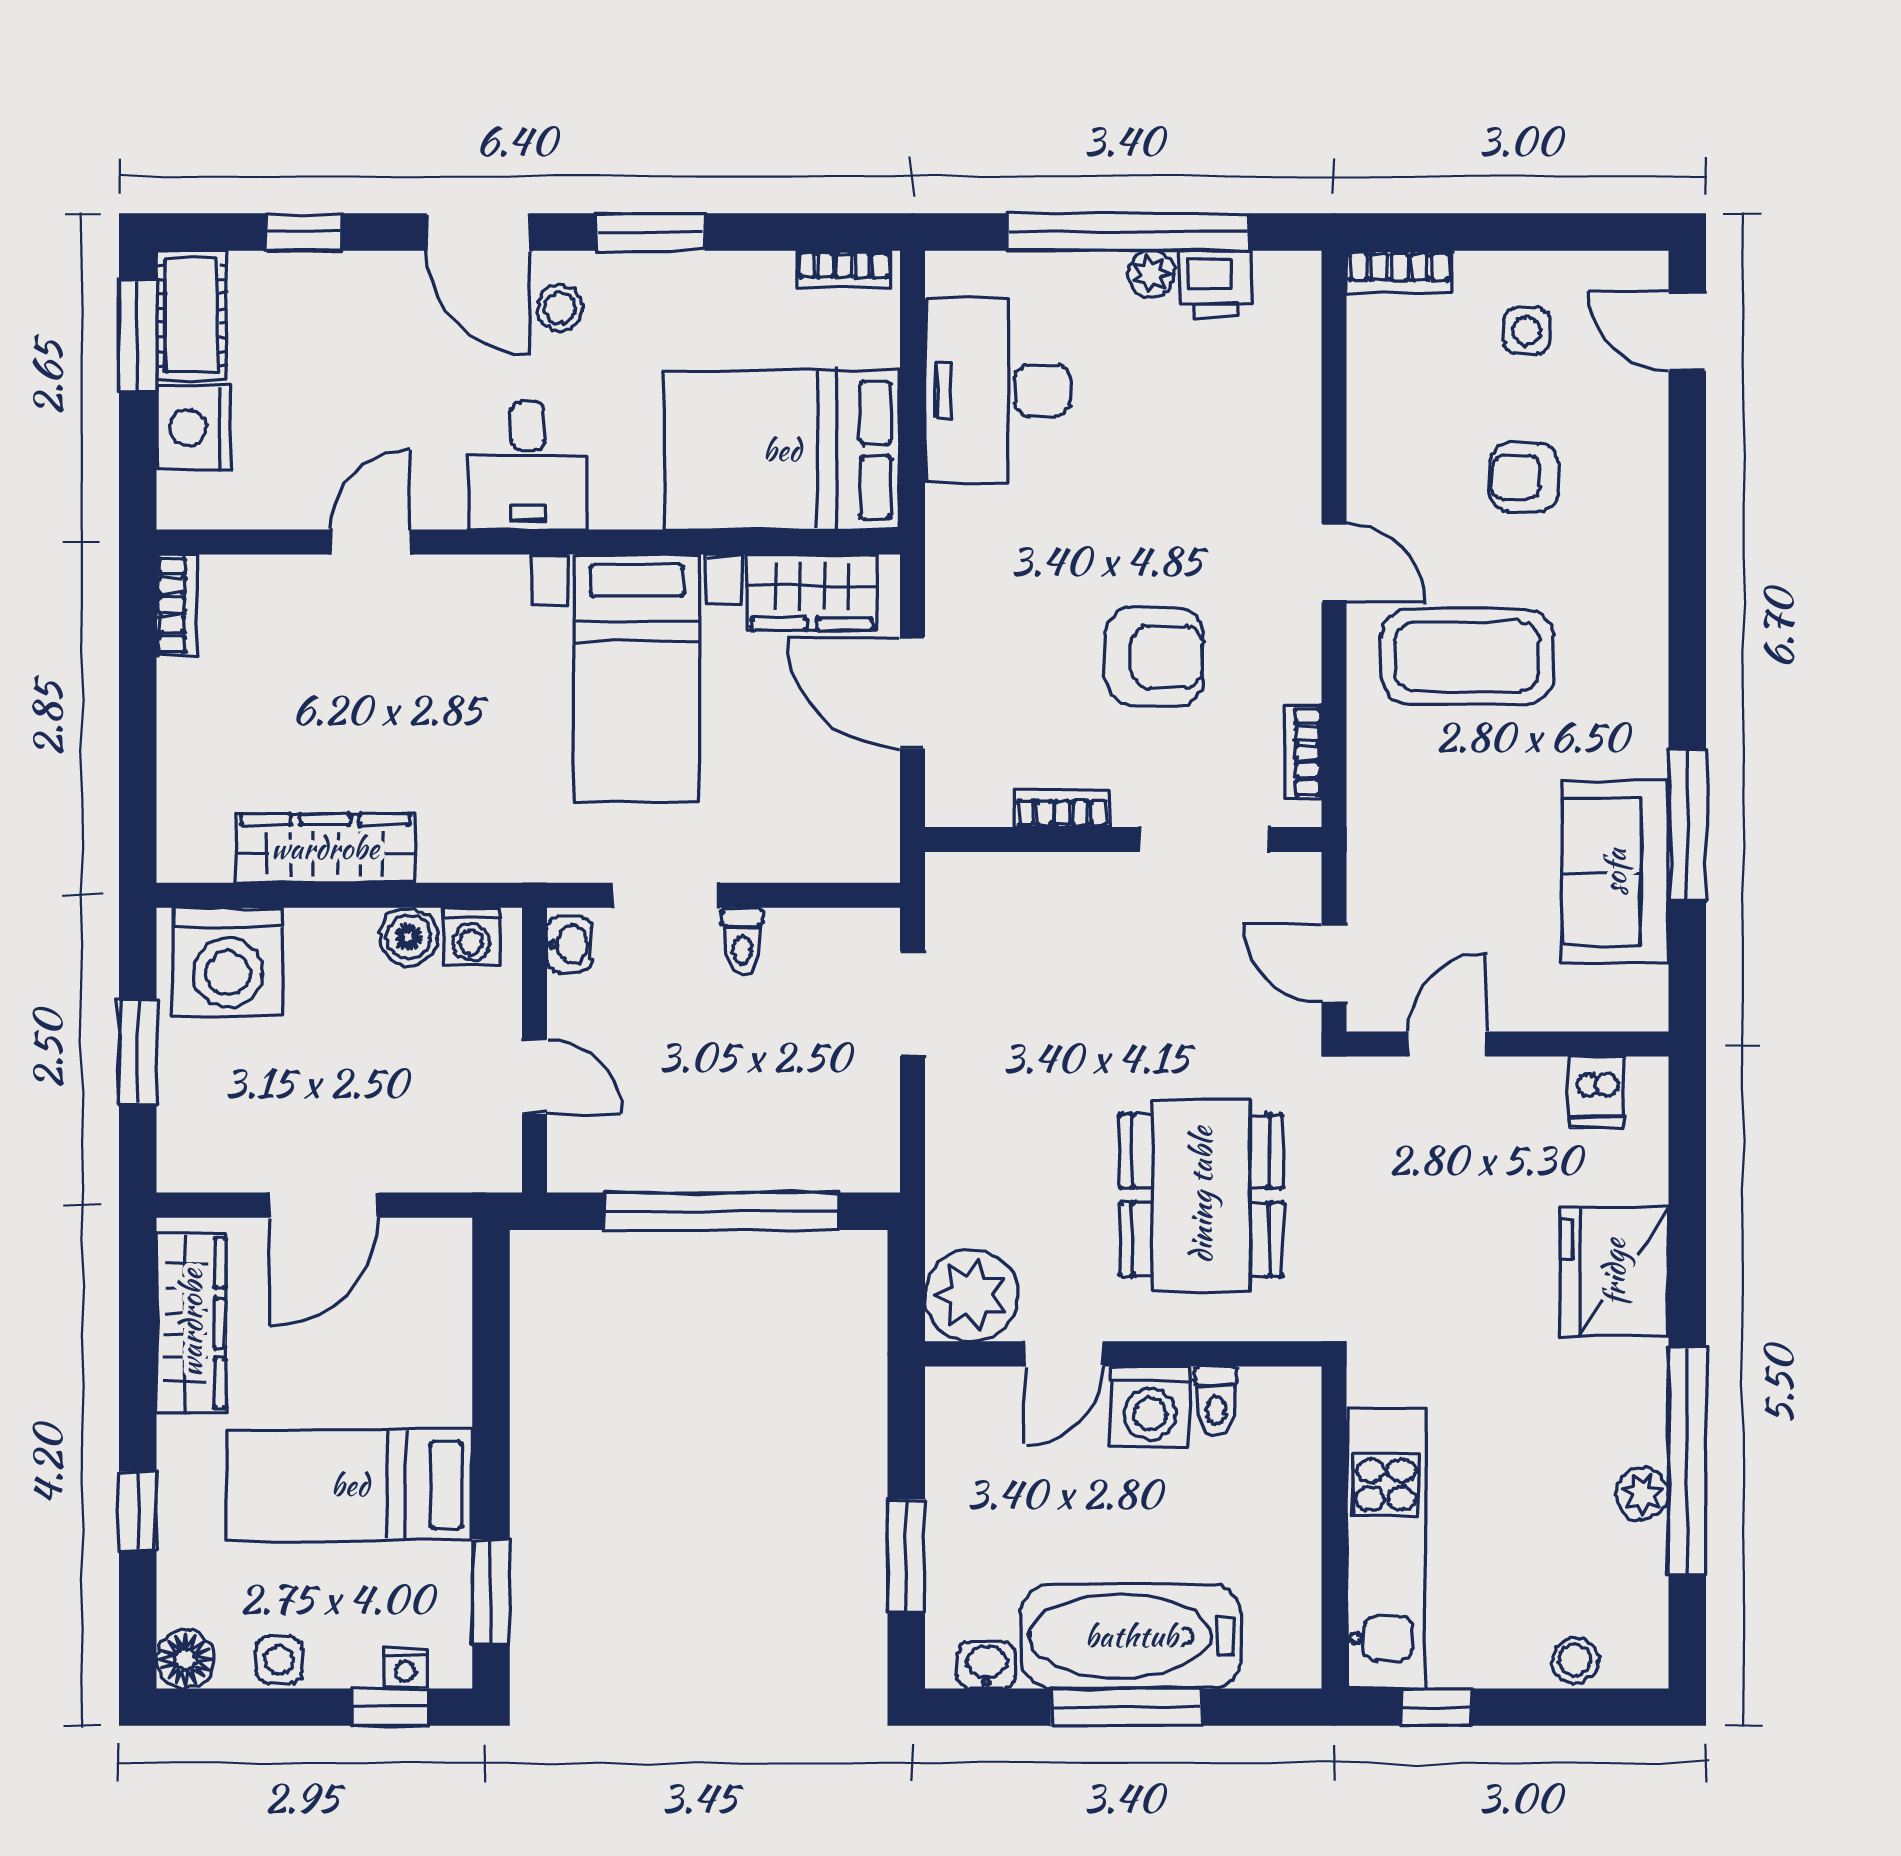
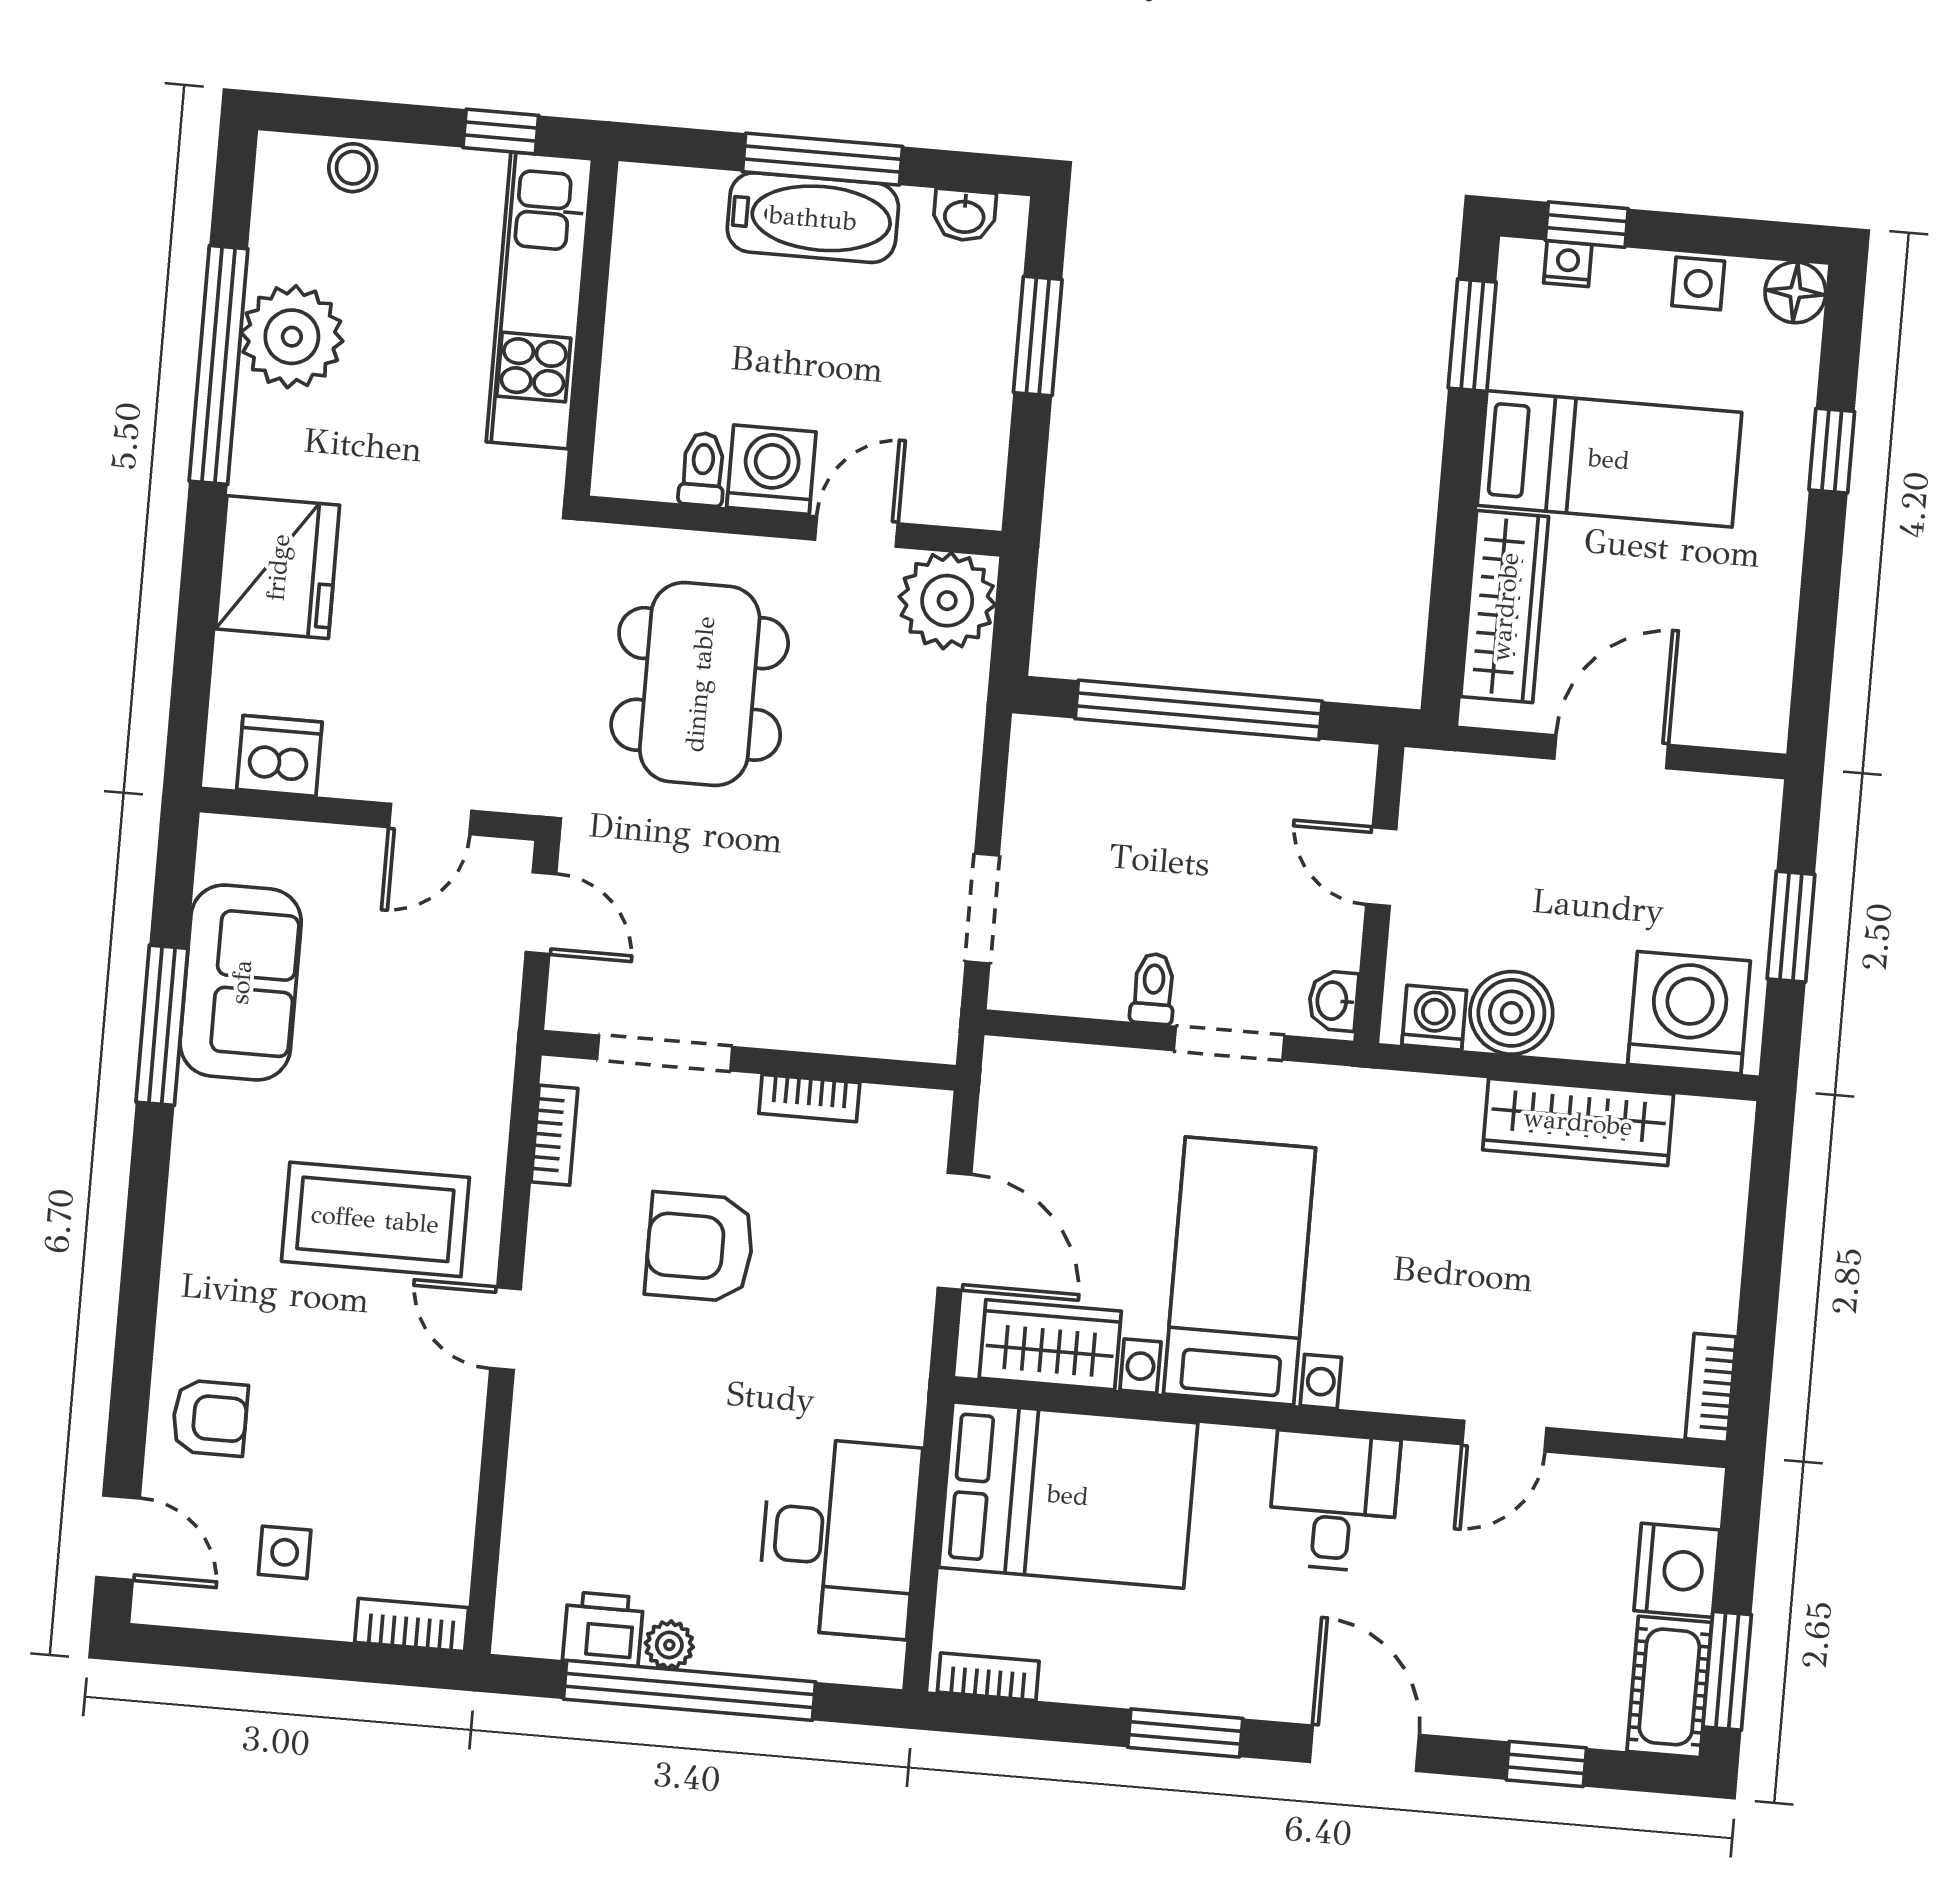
stool: (560, 308) -> (1287, 1662), removed
armchair: (1524, 477) -> (210, 1418), moved
boiler: (409, 937) -> (1511, 1013), width x1.36, depth x1.36
dishwasher: (1597, 1092) -> (279, 756), width x1.38
wardrobe: (191, 1323) -> (1505, 607), moved, turned 180
plant: (1642, 1494) -> (292, 337), width x1.87, depth x1.87
bathtub: (1131, 1636) -> (813, 218), width x0.73, depth x0.73

